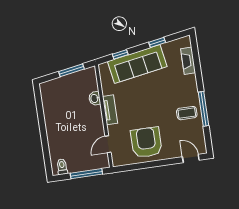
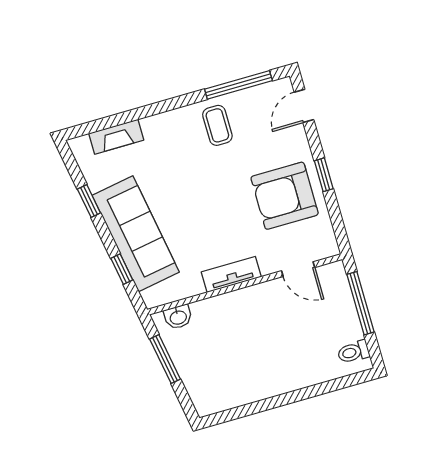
washbasin: (95, 98) -> (178, 317), moved
window: (203, 109) -> (238, 85), moved
window: (154, 164) -> (324, 175), added

